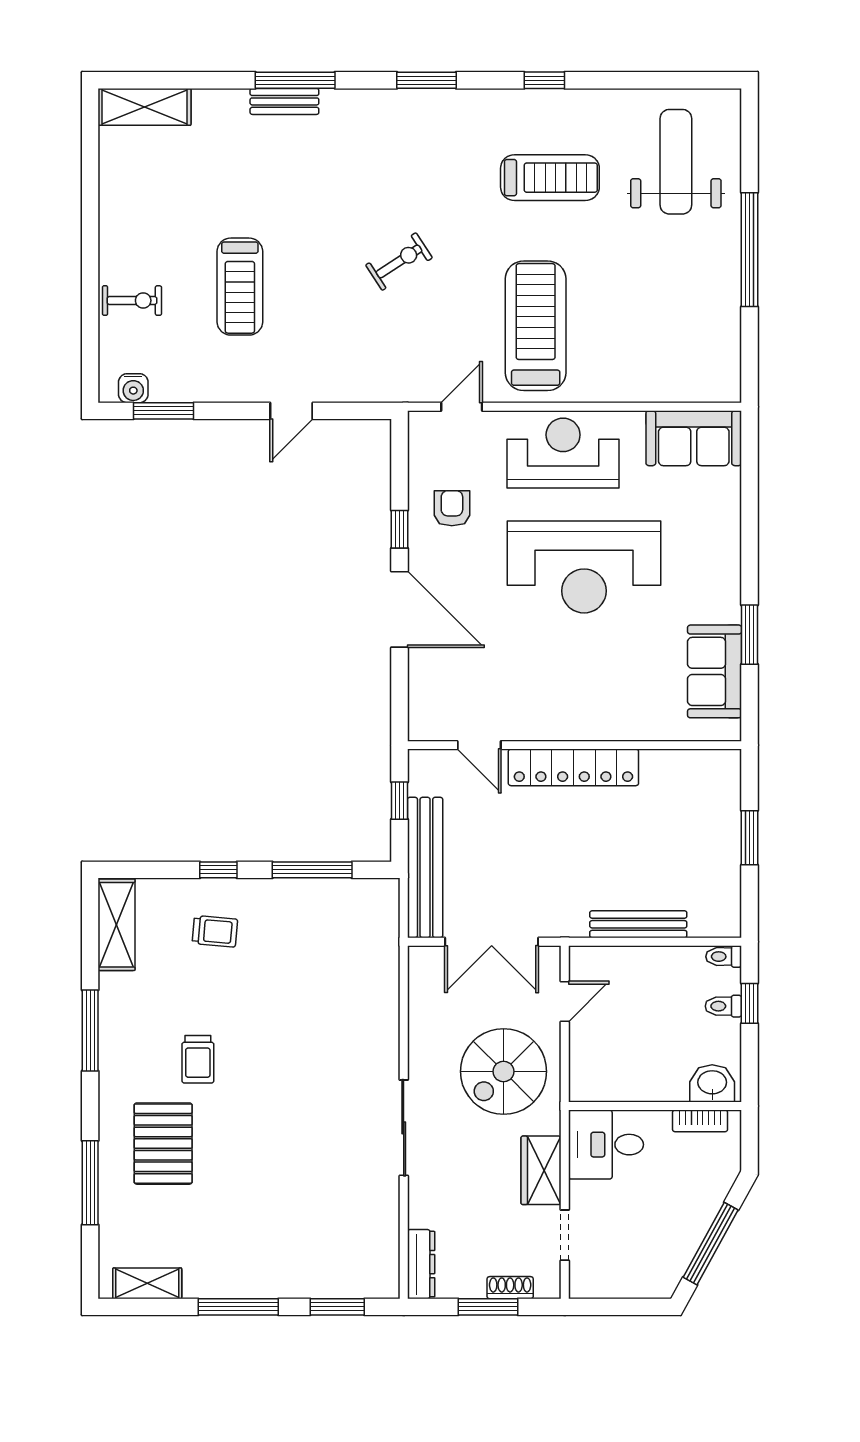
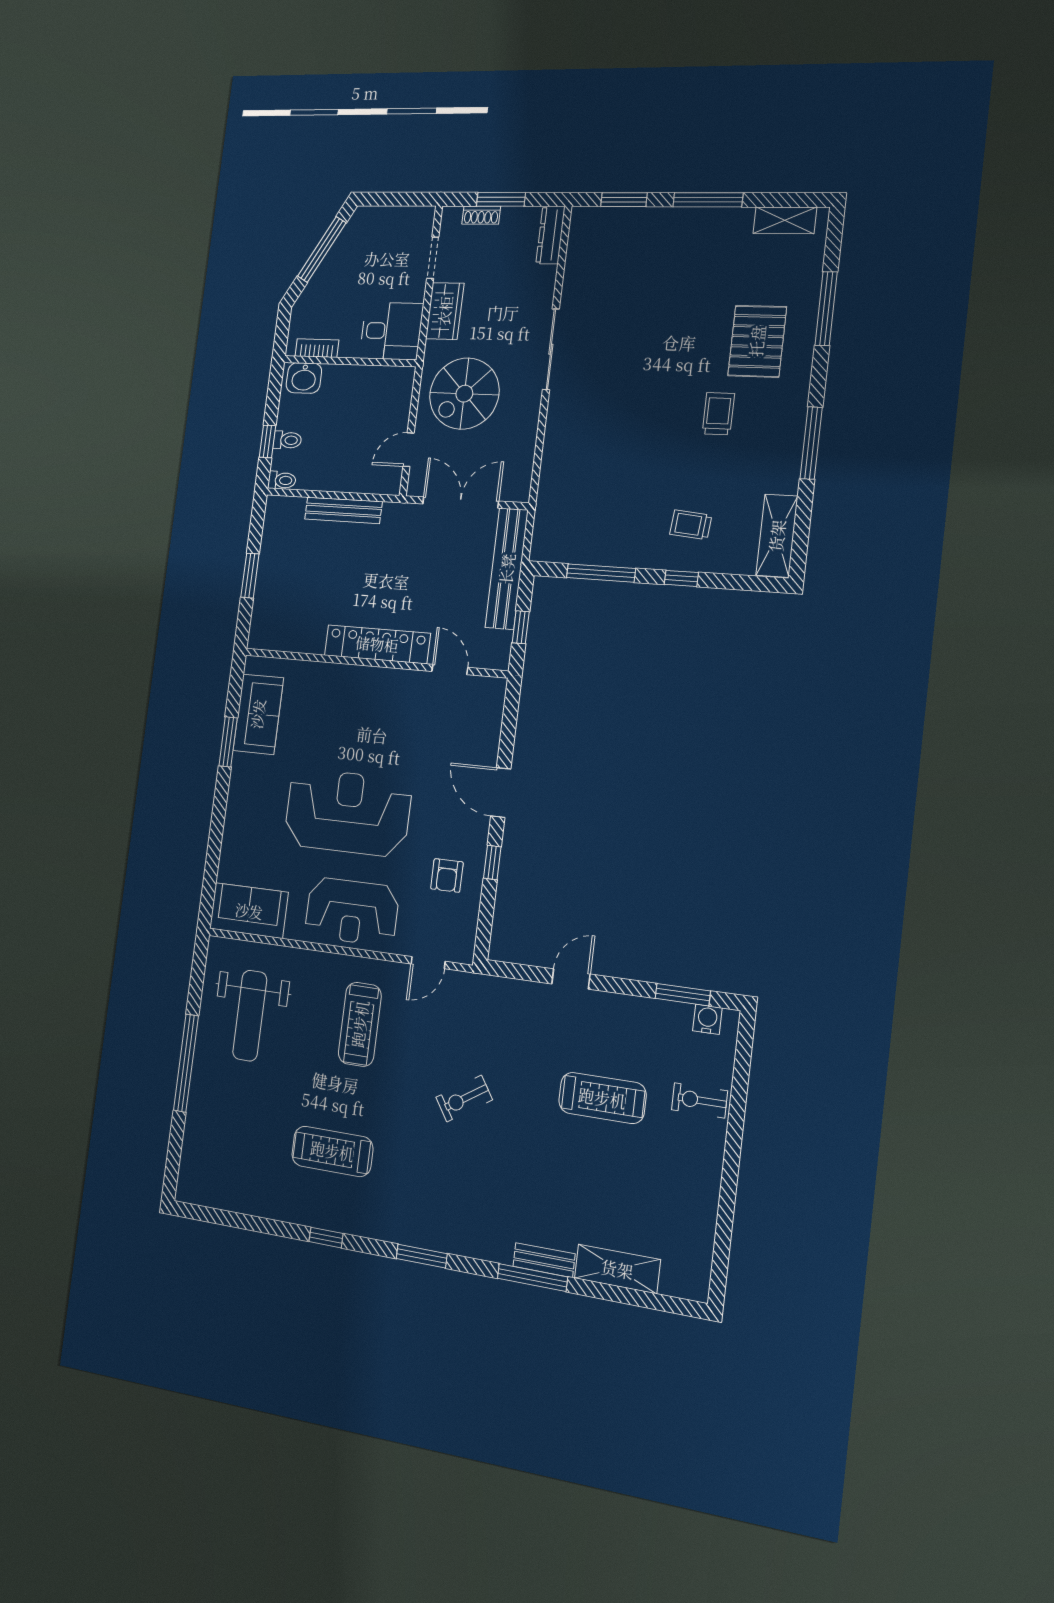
shelving: (145, 107) -> (617, 1269), moved
weight bench: (676, 162) -> (250, 1016), moved
treadmill: (240, 287) -> (602, 1098), turned 90
treadmill: (536, 326) -> (360, 1024), width x0.73, depth x0.73
door: (400, 609) -> (501, 793), width x0.73
spiral stairs: (504, 1071) -> (464, 394), turned 180

